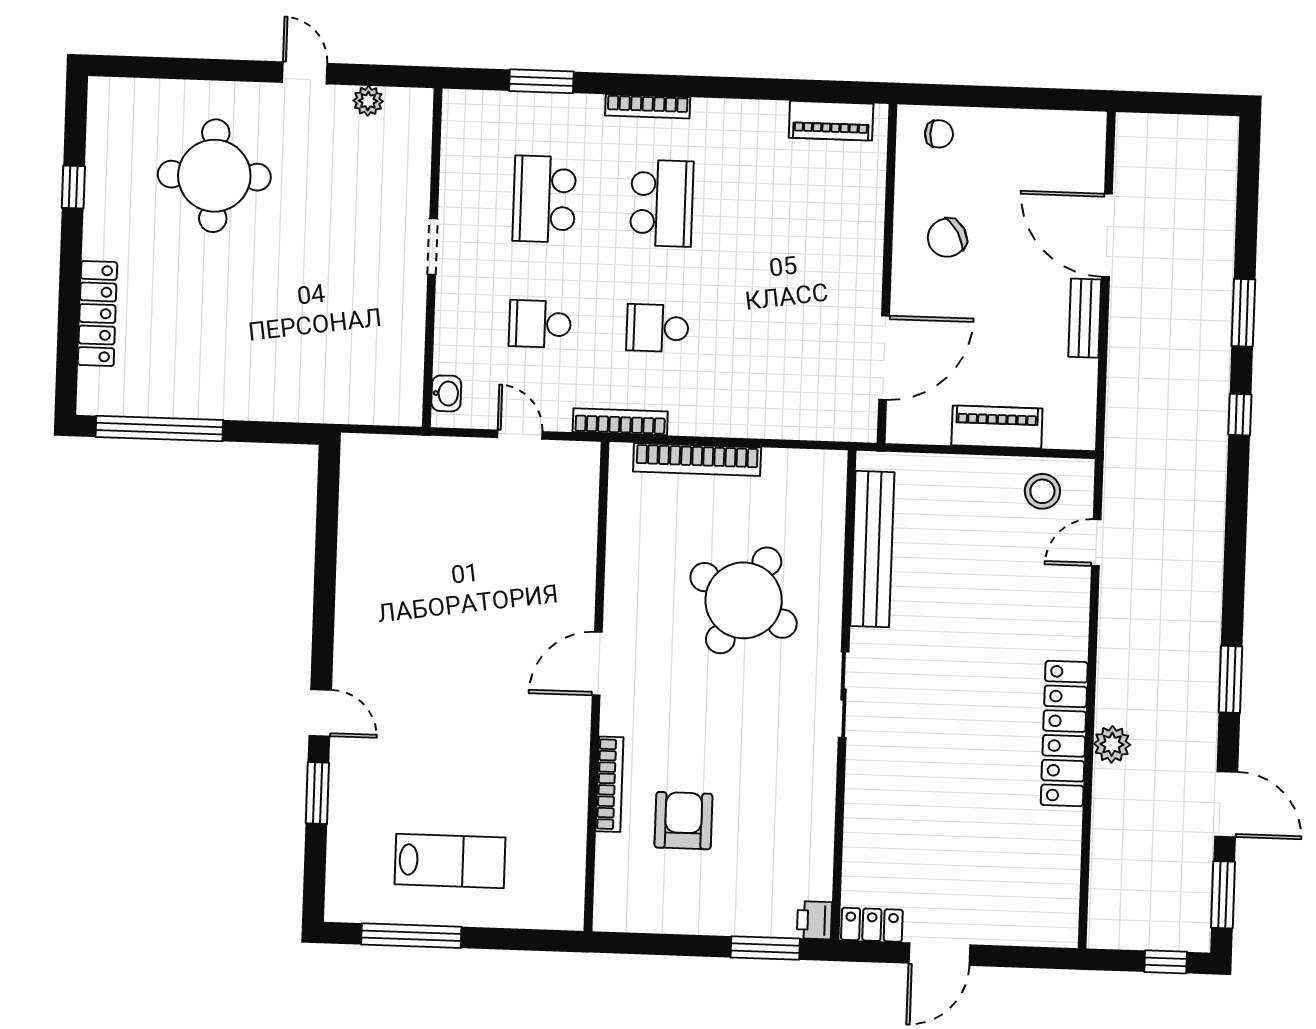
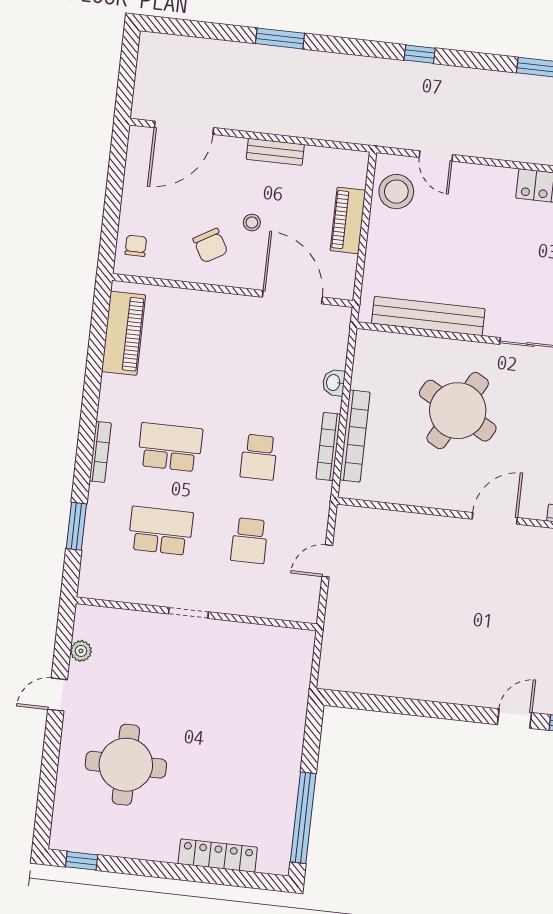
piano: (831, 121) -> (124, 333), width x1.37, depth x1.33
window: (73, 187) -> (82, 861), moved
school desk: (544, 199) -> (161, 531), turned 180
door: (1107, 235) -> (184, 128), moved
stool: (984, 293) -> (252, 223), added
washbasin: (446, 393) -> (334, 383), moved, turned -90
window: (1240, 415) -> (420, 54), moved
bookcase: (620, 422) -> (328, 446), moved
stool: (1042, 491) -> (396, 192), width x1.38, depth x1.38
door: (597, 664) -> (495, 518), swing flipped

